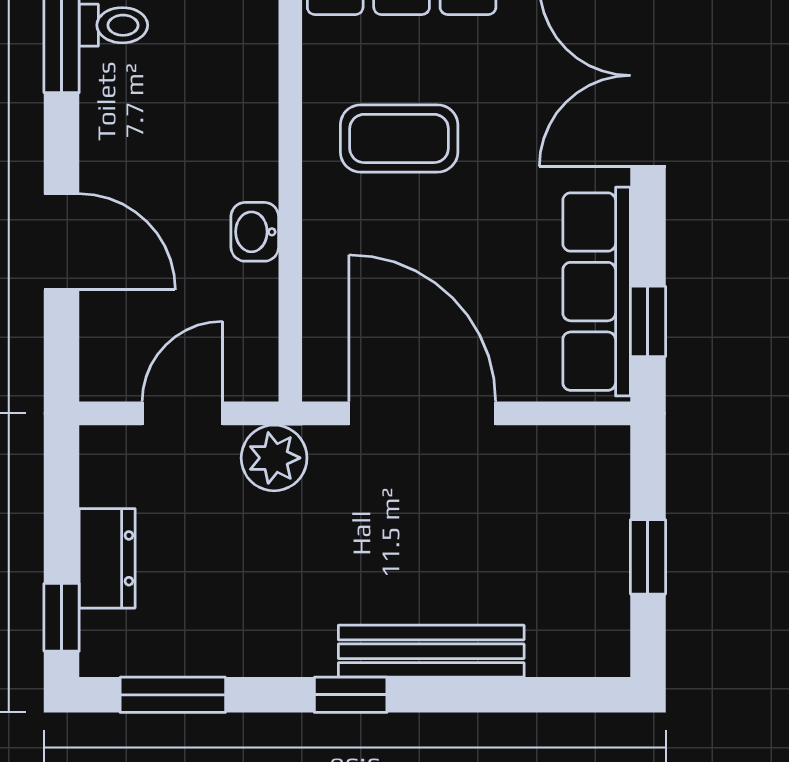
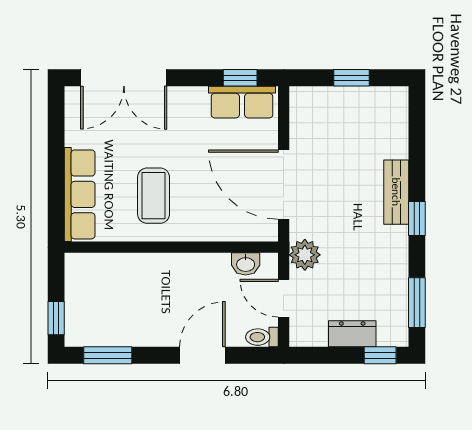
toilet: (113, 25) -> (262, 337), moved, turned -90
washbasin: (255, 232) -> (246, 264), moved
row of seats: (597, 292) -> (242, 102), width x0.68
door: (422, 413) -> (284, 185), hinge flipped
bench: (431, 651) -> (396, 192), width x0.73

